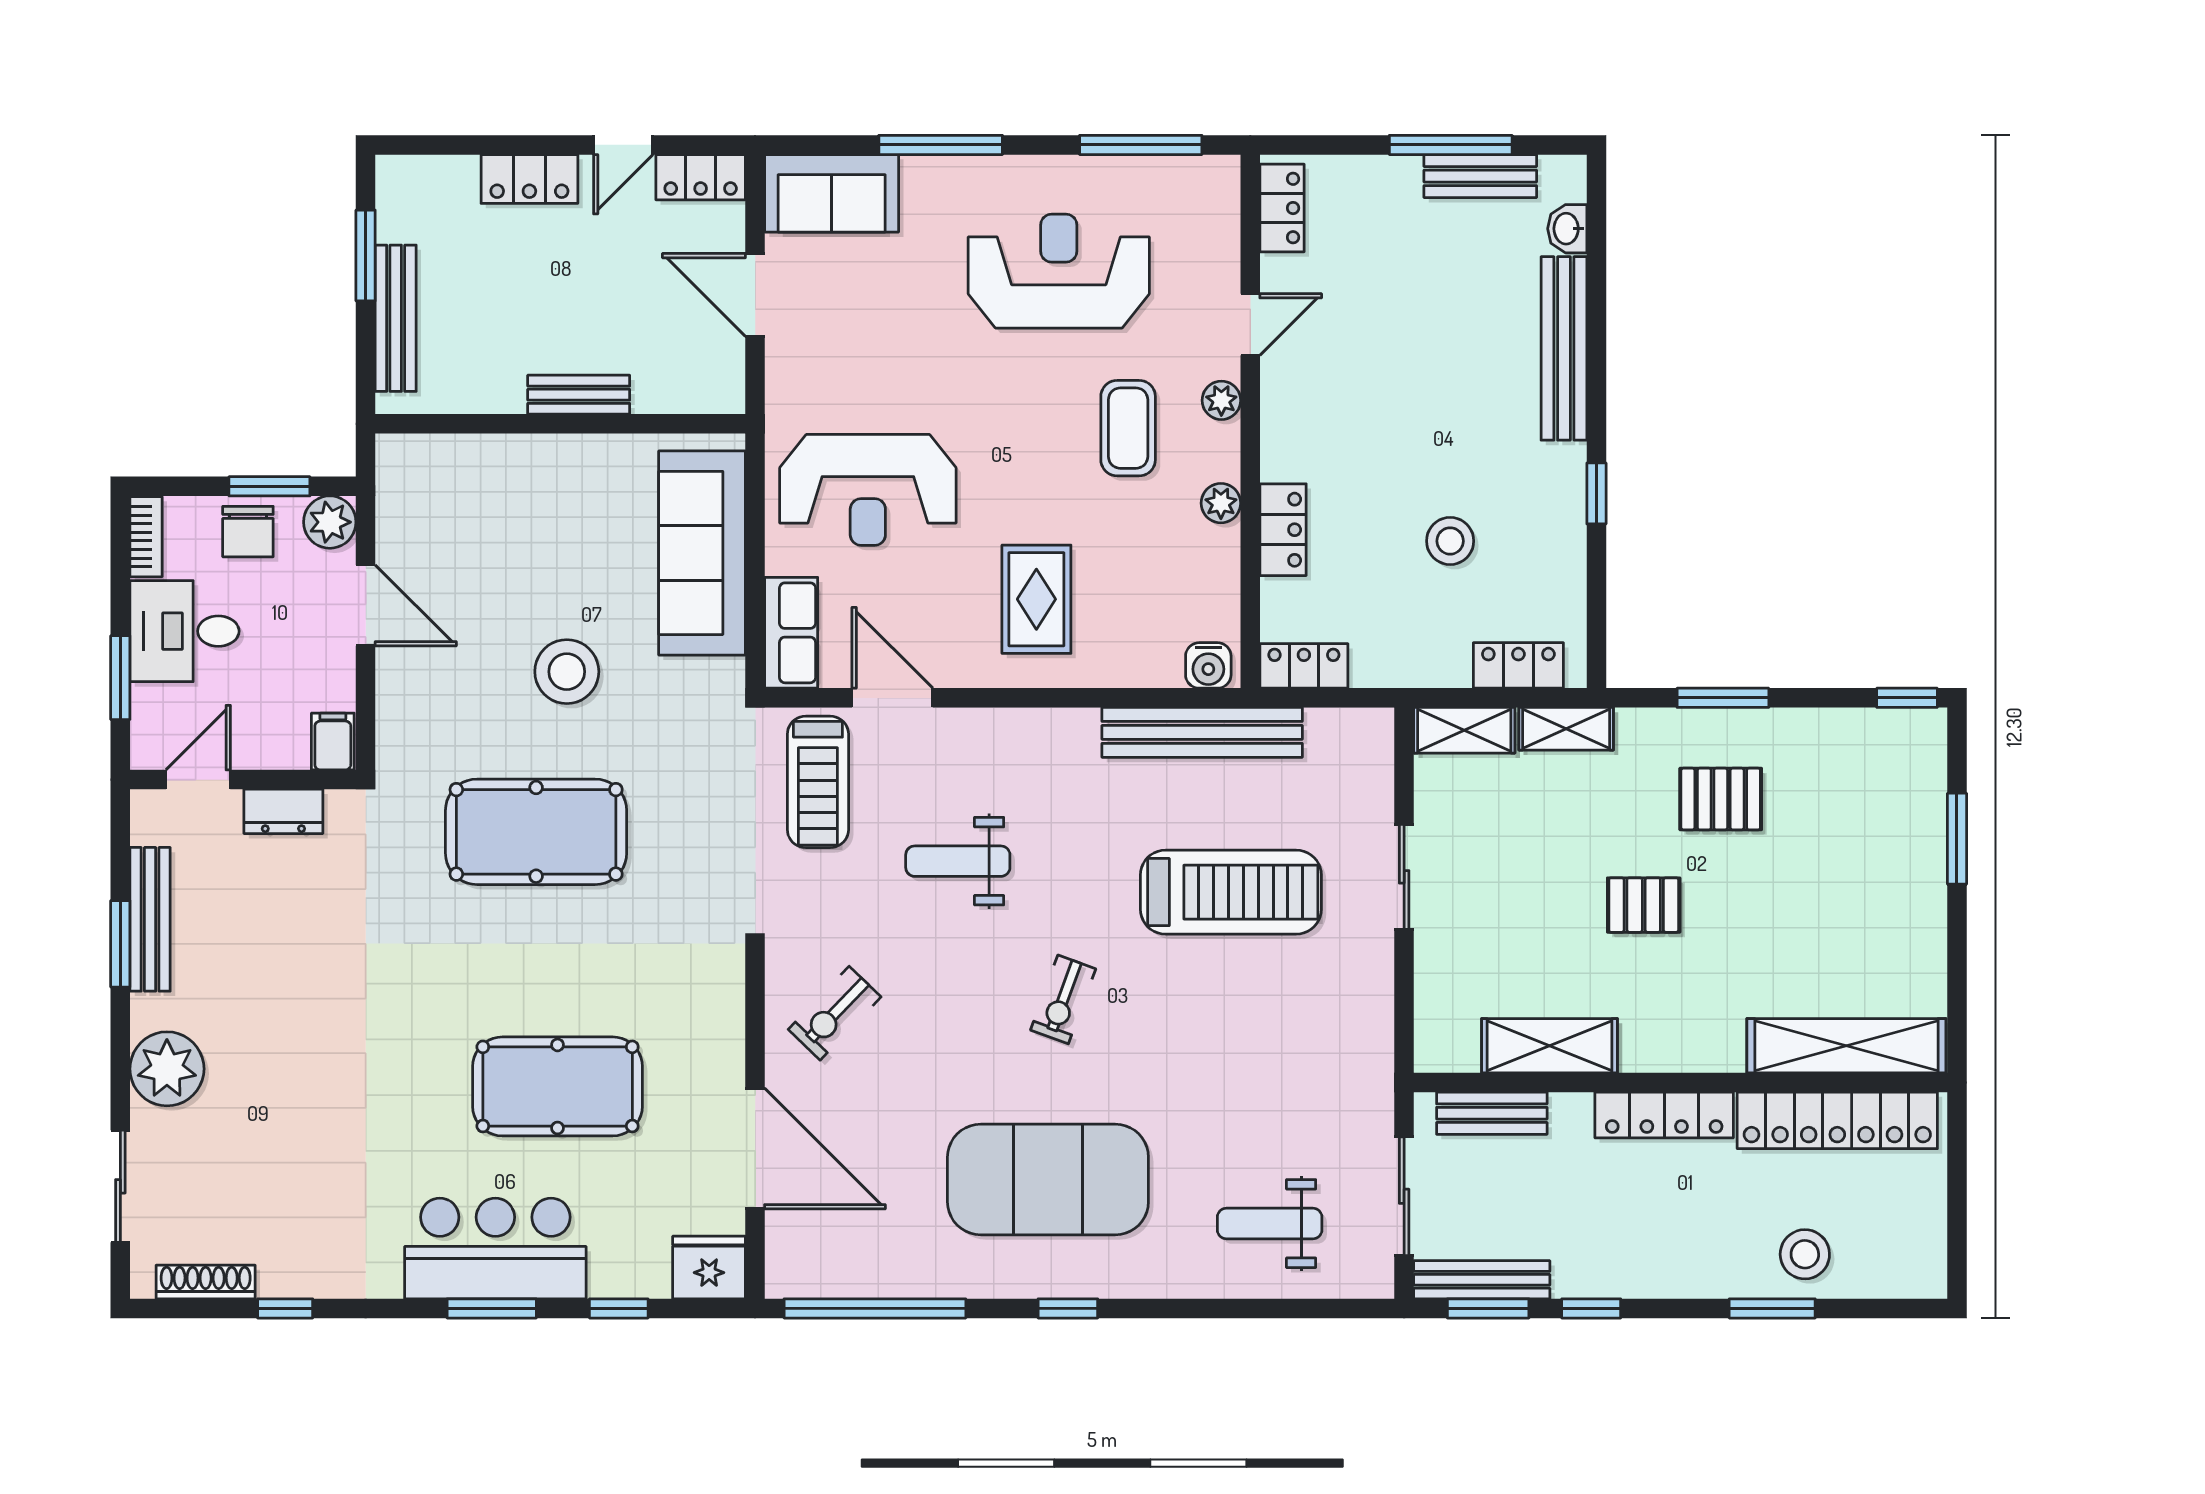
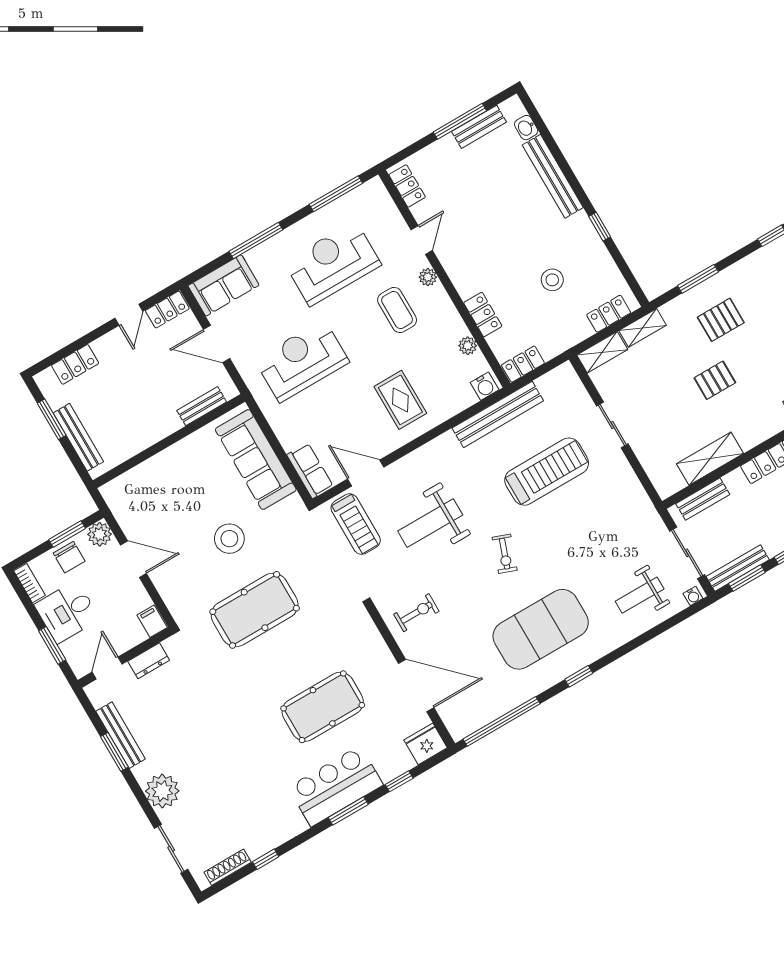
locker: (529, 179) -> (75, 364), moved
bench: (579, 395) -> (202, 406), moved
reception desk: (868, 490) -> (302, 361), moved, turned 180
plant: (1221, 503) -> (468, 346), moved
weight bench: (958, 861) -> (430, 523), width x1.36, depth x1.33
exercise bike: (835, 1013) -> (416, 613), turned -134
water cooler: (1368, 1283) -> (693, 596), added

